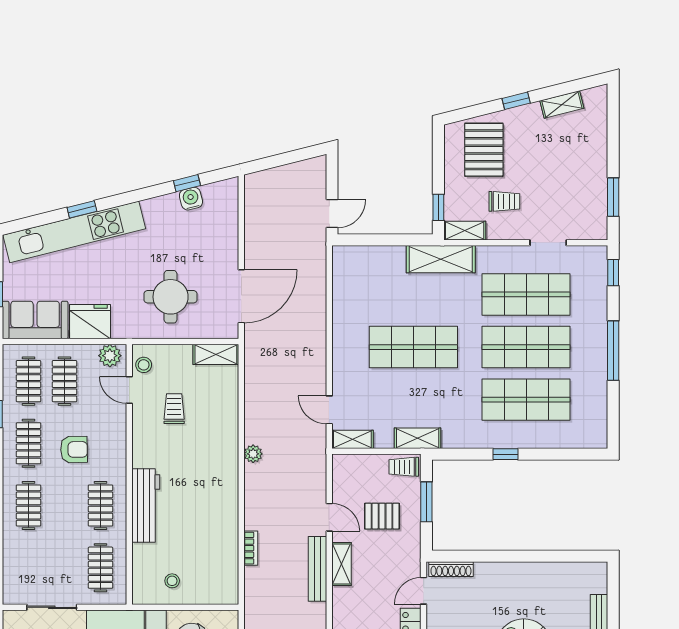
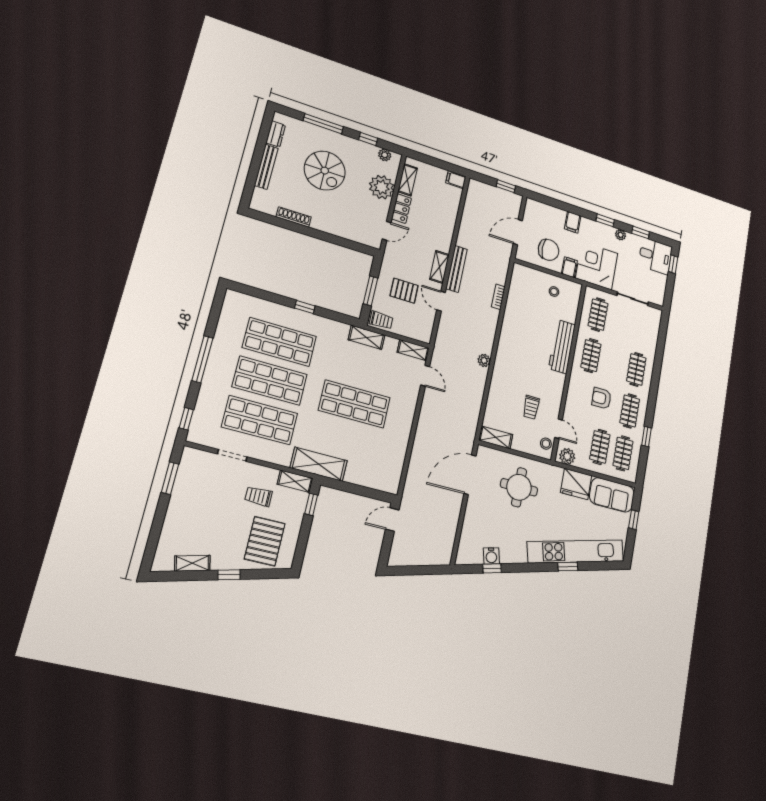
shoe rack: (451, 569) -> (294, 217), moved

